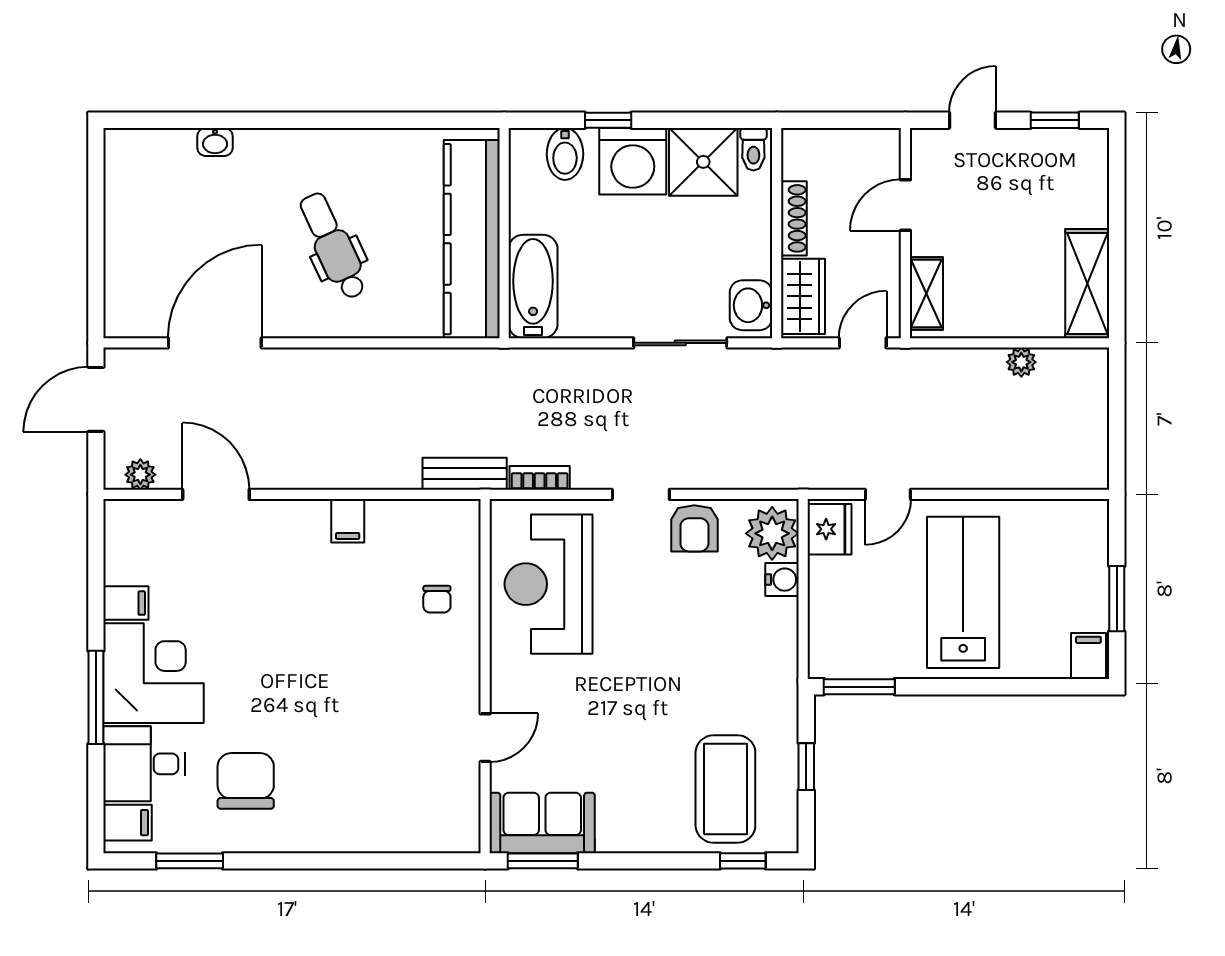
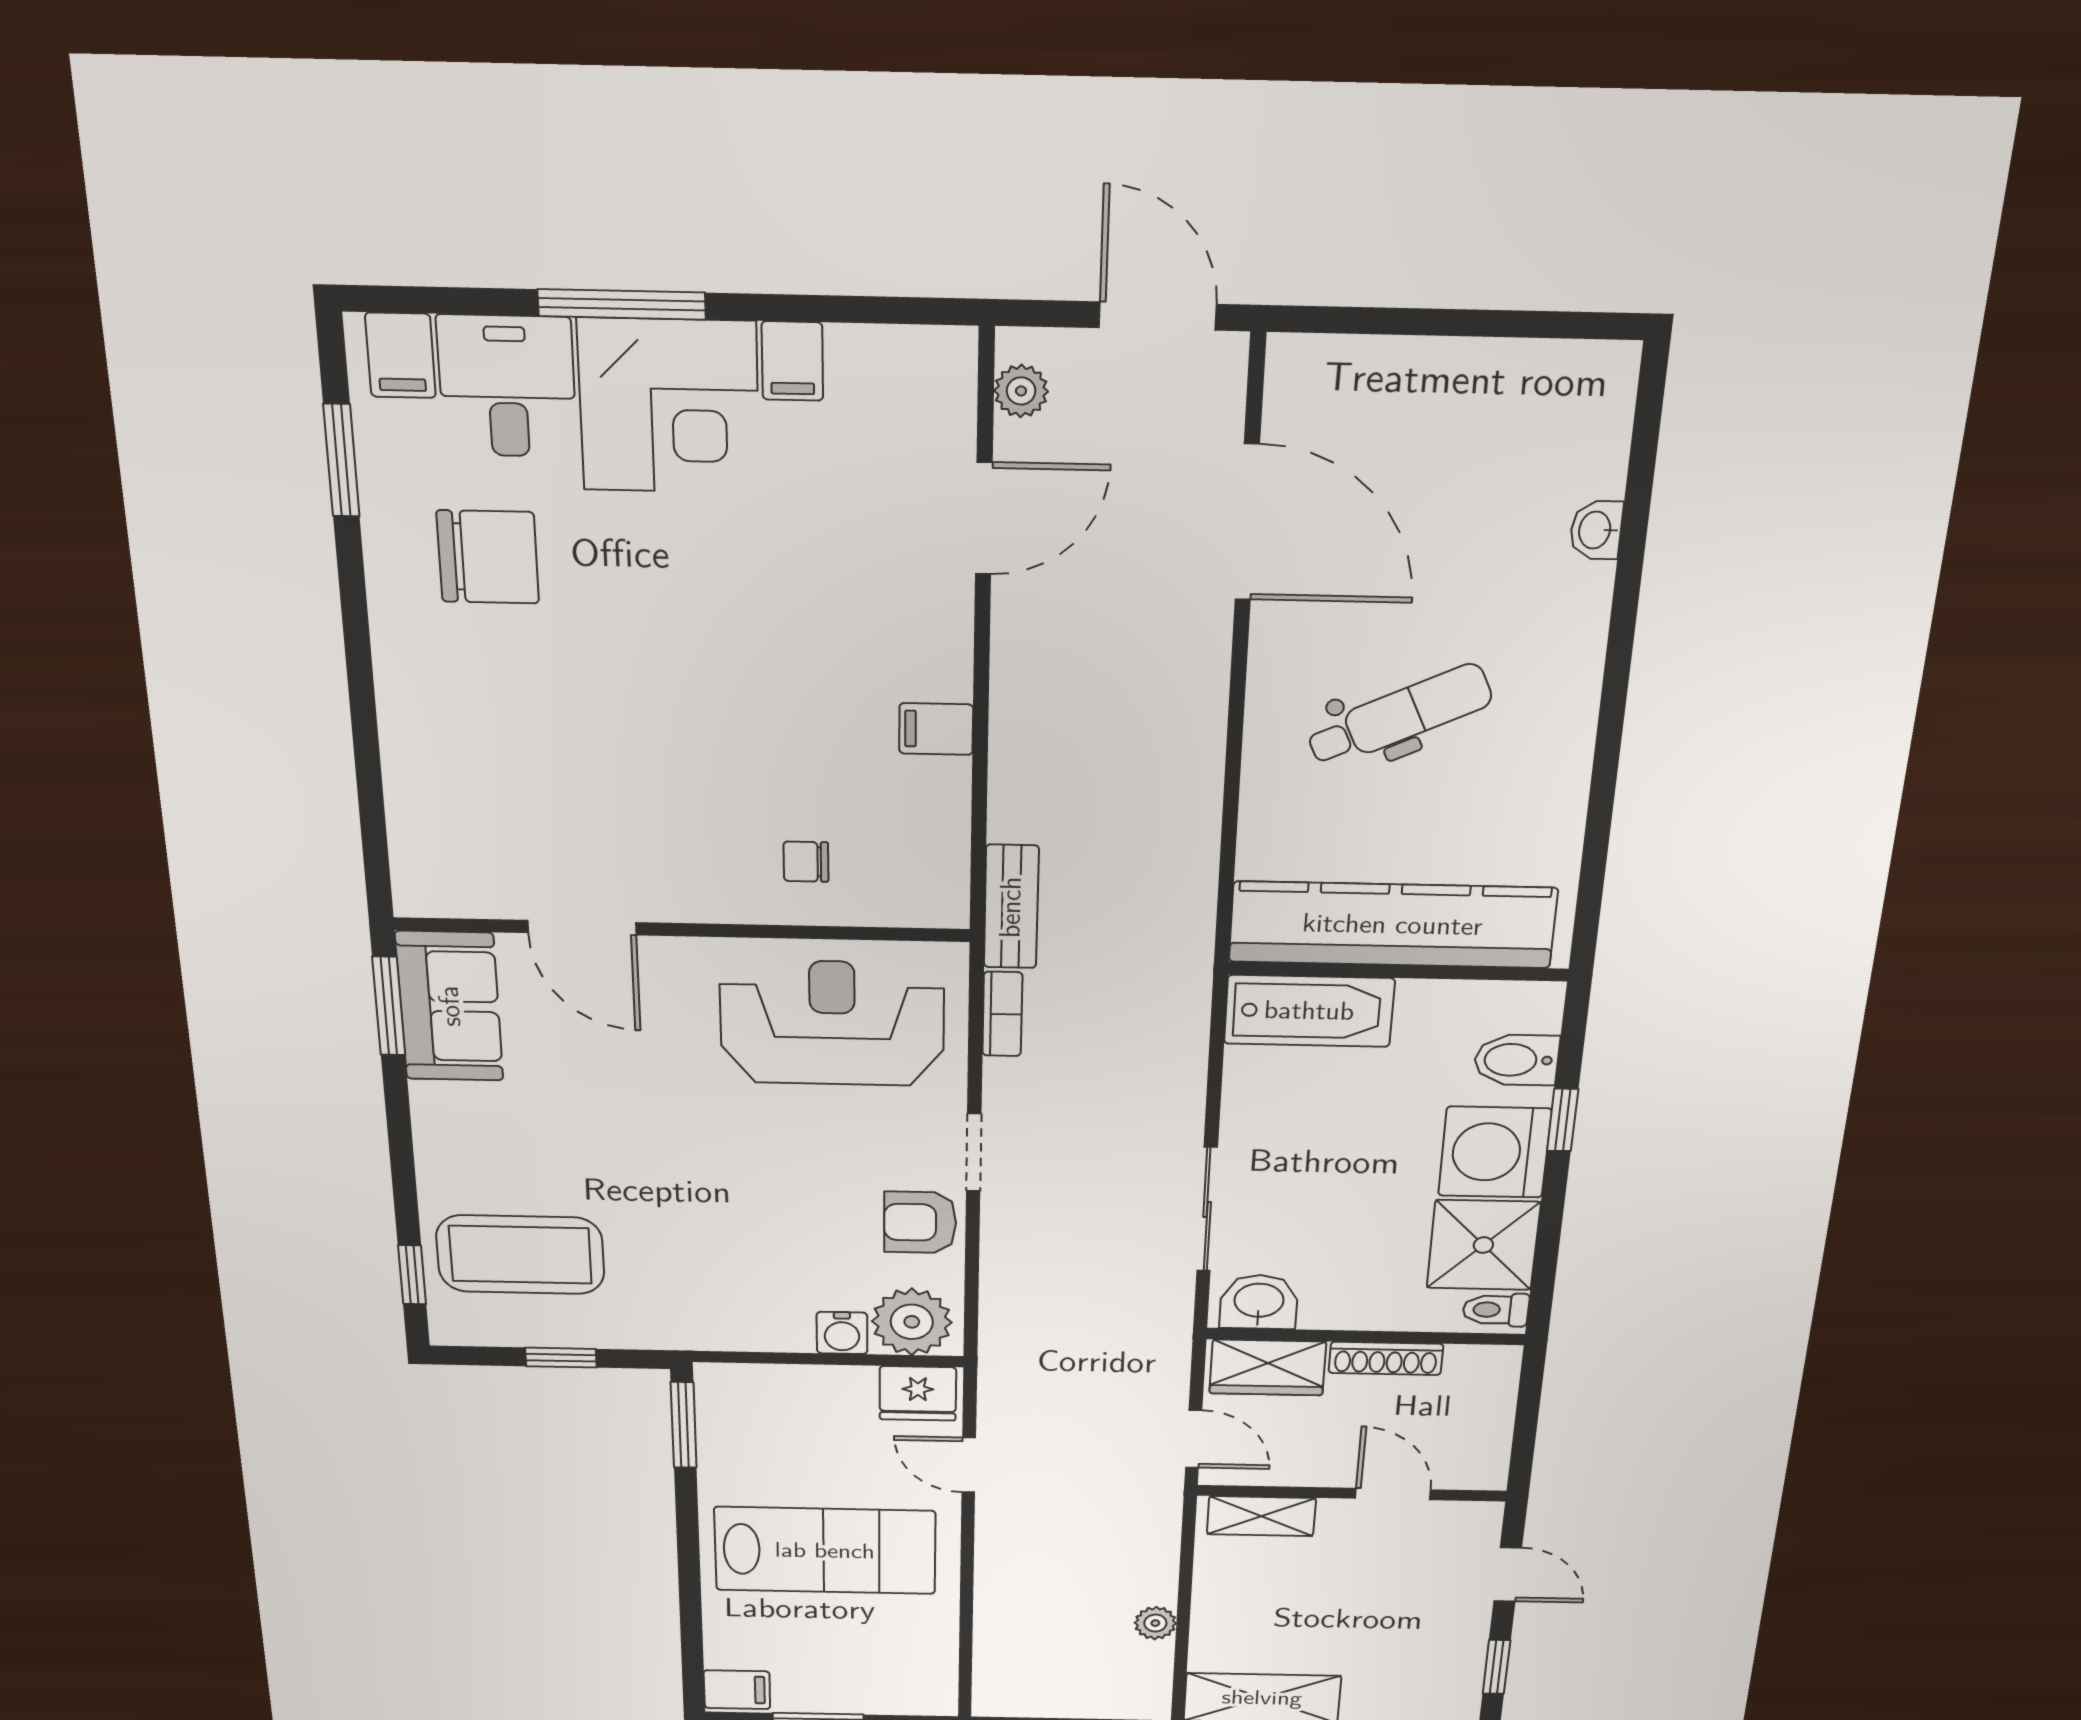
door: (485, 738) -> (582, 928), width x1.38

